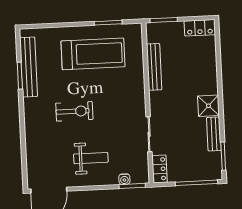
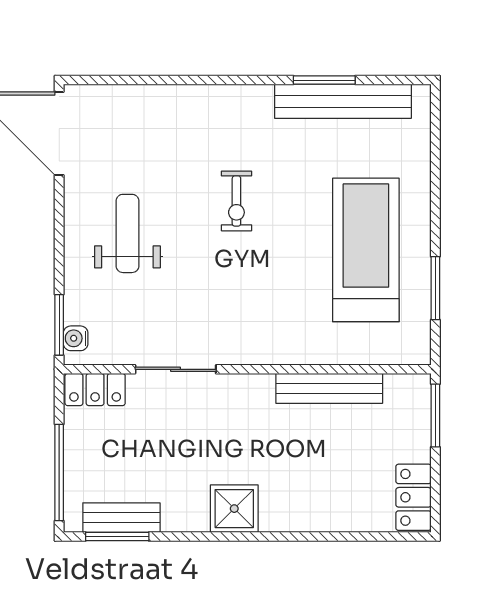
treadmill: (93, 54) -> (366, 250), turned 180
exercise bike: (74, 111) -> (236, 201), width x0.73, depth x0.72
bench: (214, 134) -> (121, 518), moved
weight bench: (91, 158) -> (127, 233), turned 180
water cooler: (124, 179) -> (76, 338), moved

